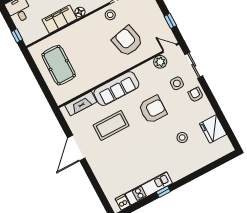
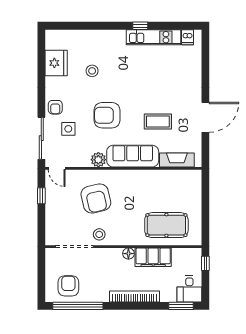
plant: (160, 62) -> (98, 160), moved
pool table: (59, 65) -> (166, 225), moved, turned 90
sliding door: (194, 65) -> (41, 138), width x1.37
coffee table: (111, 125) -> (158, 121), width x0.73, depth x0.76

